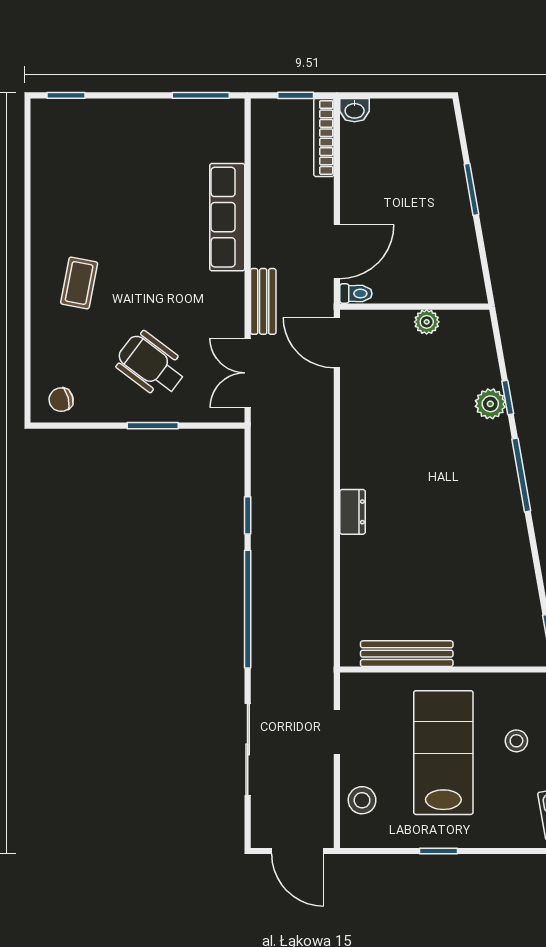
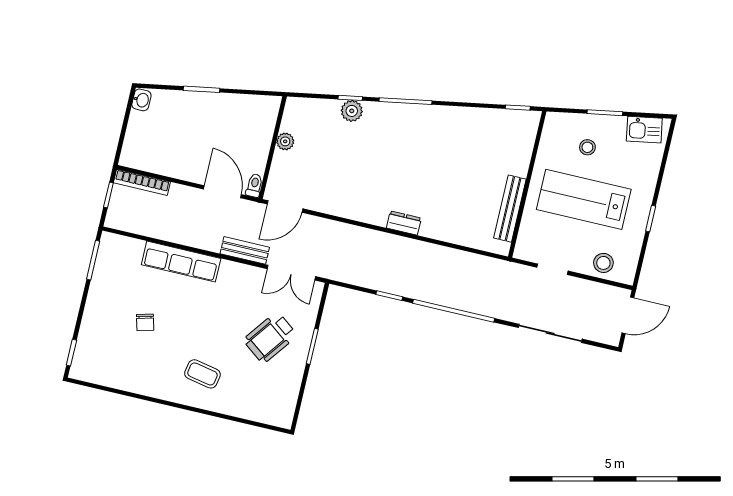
washbasin: (355, 110) -> (141, 100), moved
chair: (61, 400) -> (145, 322), moved

